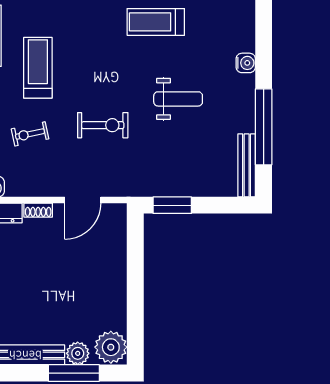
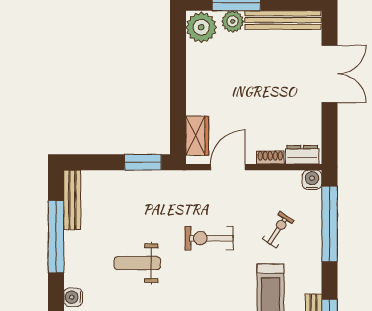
exercise bike: (30, 134) -> (278, 230), turned -45
wardrobe: (115, 233) -> (197, 136), added

